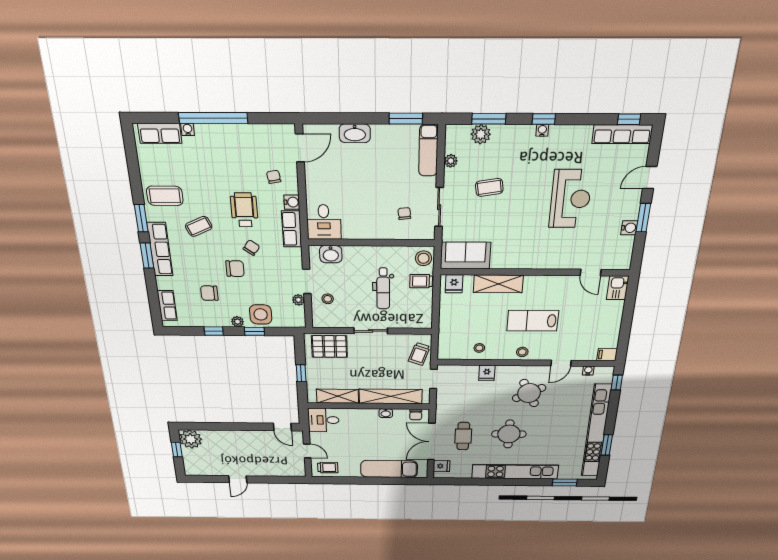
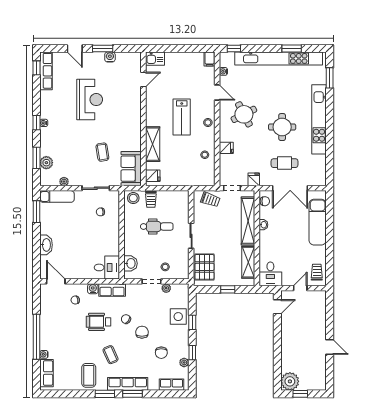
coffee table: (489, 187) -> (102, 152), moved
reception desk: (570, 199) -> (90, 100), turned 90
plant: (238, 322) -> (184, 362), moved
fridge: (442, 466) -> (254, 179), moved

